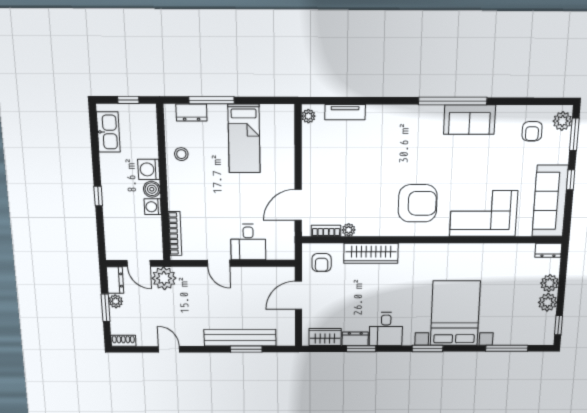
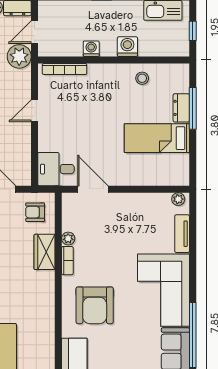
dresser: (191, 112) -> (181, 108), moved
corner sofa: (404, 132) -> (163, 290), added
boiler: (152, 189) -> (108, 49), removed
bookcase: (326, 231) -> (67, 261), moved
desk: (248, 242) -> (56, 169), moved
wardrobe: (371, 253) -> (45, 252), width x0.67

